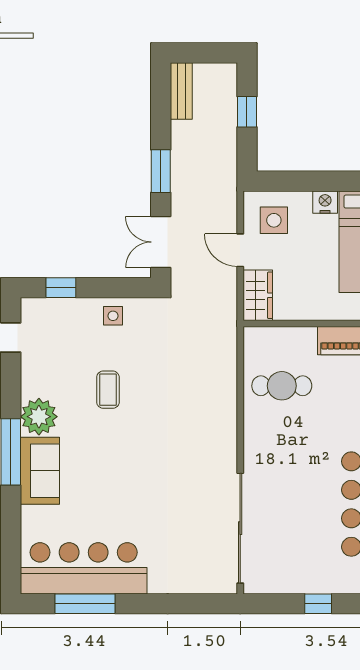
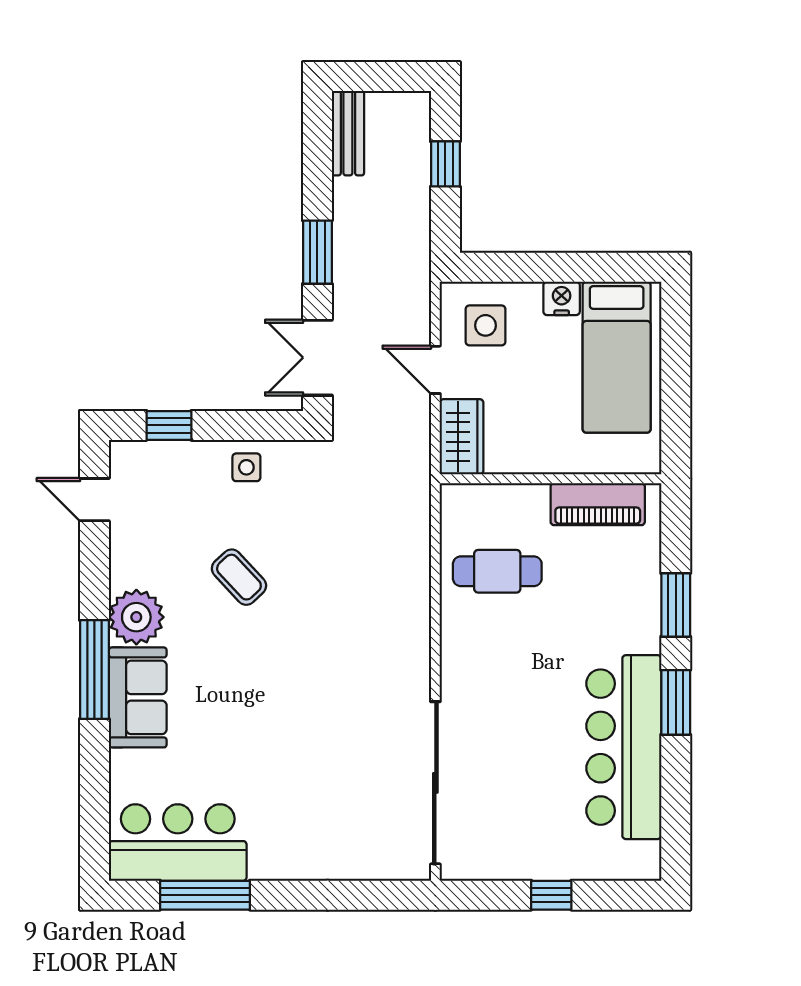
coffee table: (108, 390) -> (239, 577), turned -43
bar counter: (84, 568) -> (178, 843), width x0.73

